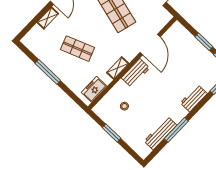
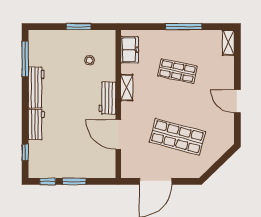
shelving: (48, 18) -> (228, 43), moved
shop shelf: (77, 49) -> (177, 71), turned 33
window: (176, 130) -> (25, 59), moved
workbench: (160, 133) -> (36, 88), moved

